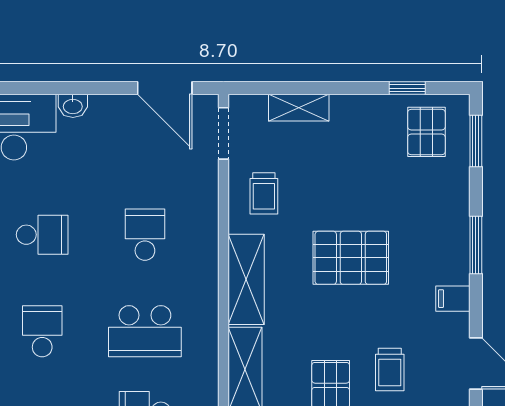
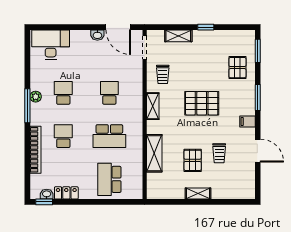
window: (407, 88) -> (206, 27), moved
washbasin: (73, 106) -> (97, 35), moved
pallet: (426, 132) -> (237, 68), moved
school desk: (42, 235) -> (63, 93), turned -90
shelving: (246, 279) -> (153, 106), width x0.67, depth x0.75

